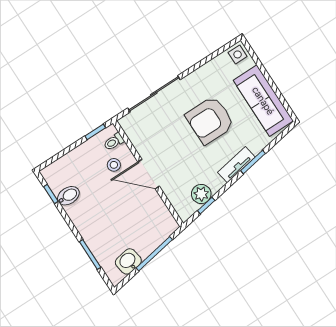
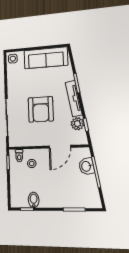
armchair: (210, 120) -> (41, 109), moved
tv unit: (236, 165) -> (74, 99), width x1.41
door: (149, 174) -> (60, 147), moved
washbasin: (128, 261) -> (86, 166), moved

